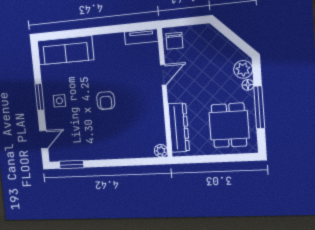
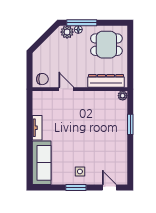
tv unit: (141, 37) -> (37, 128), moved
armchair: (106, 101) -> (82, 135), removed
window: (259, 107) -> (82, 23), moved
window: (72, 165) -> (130, 124), moved

